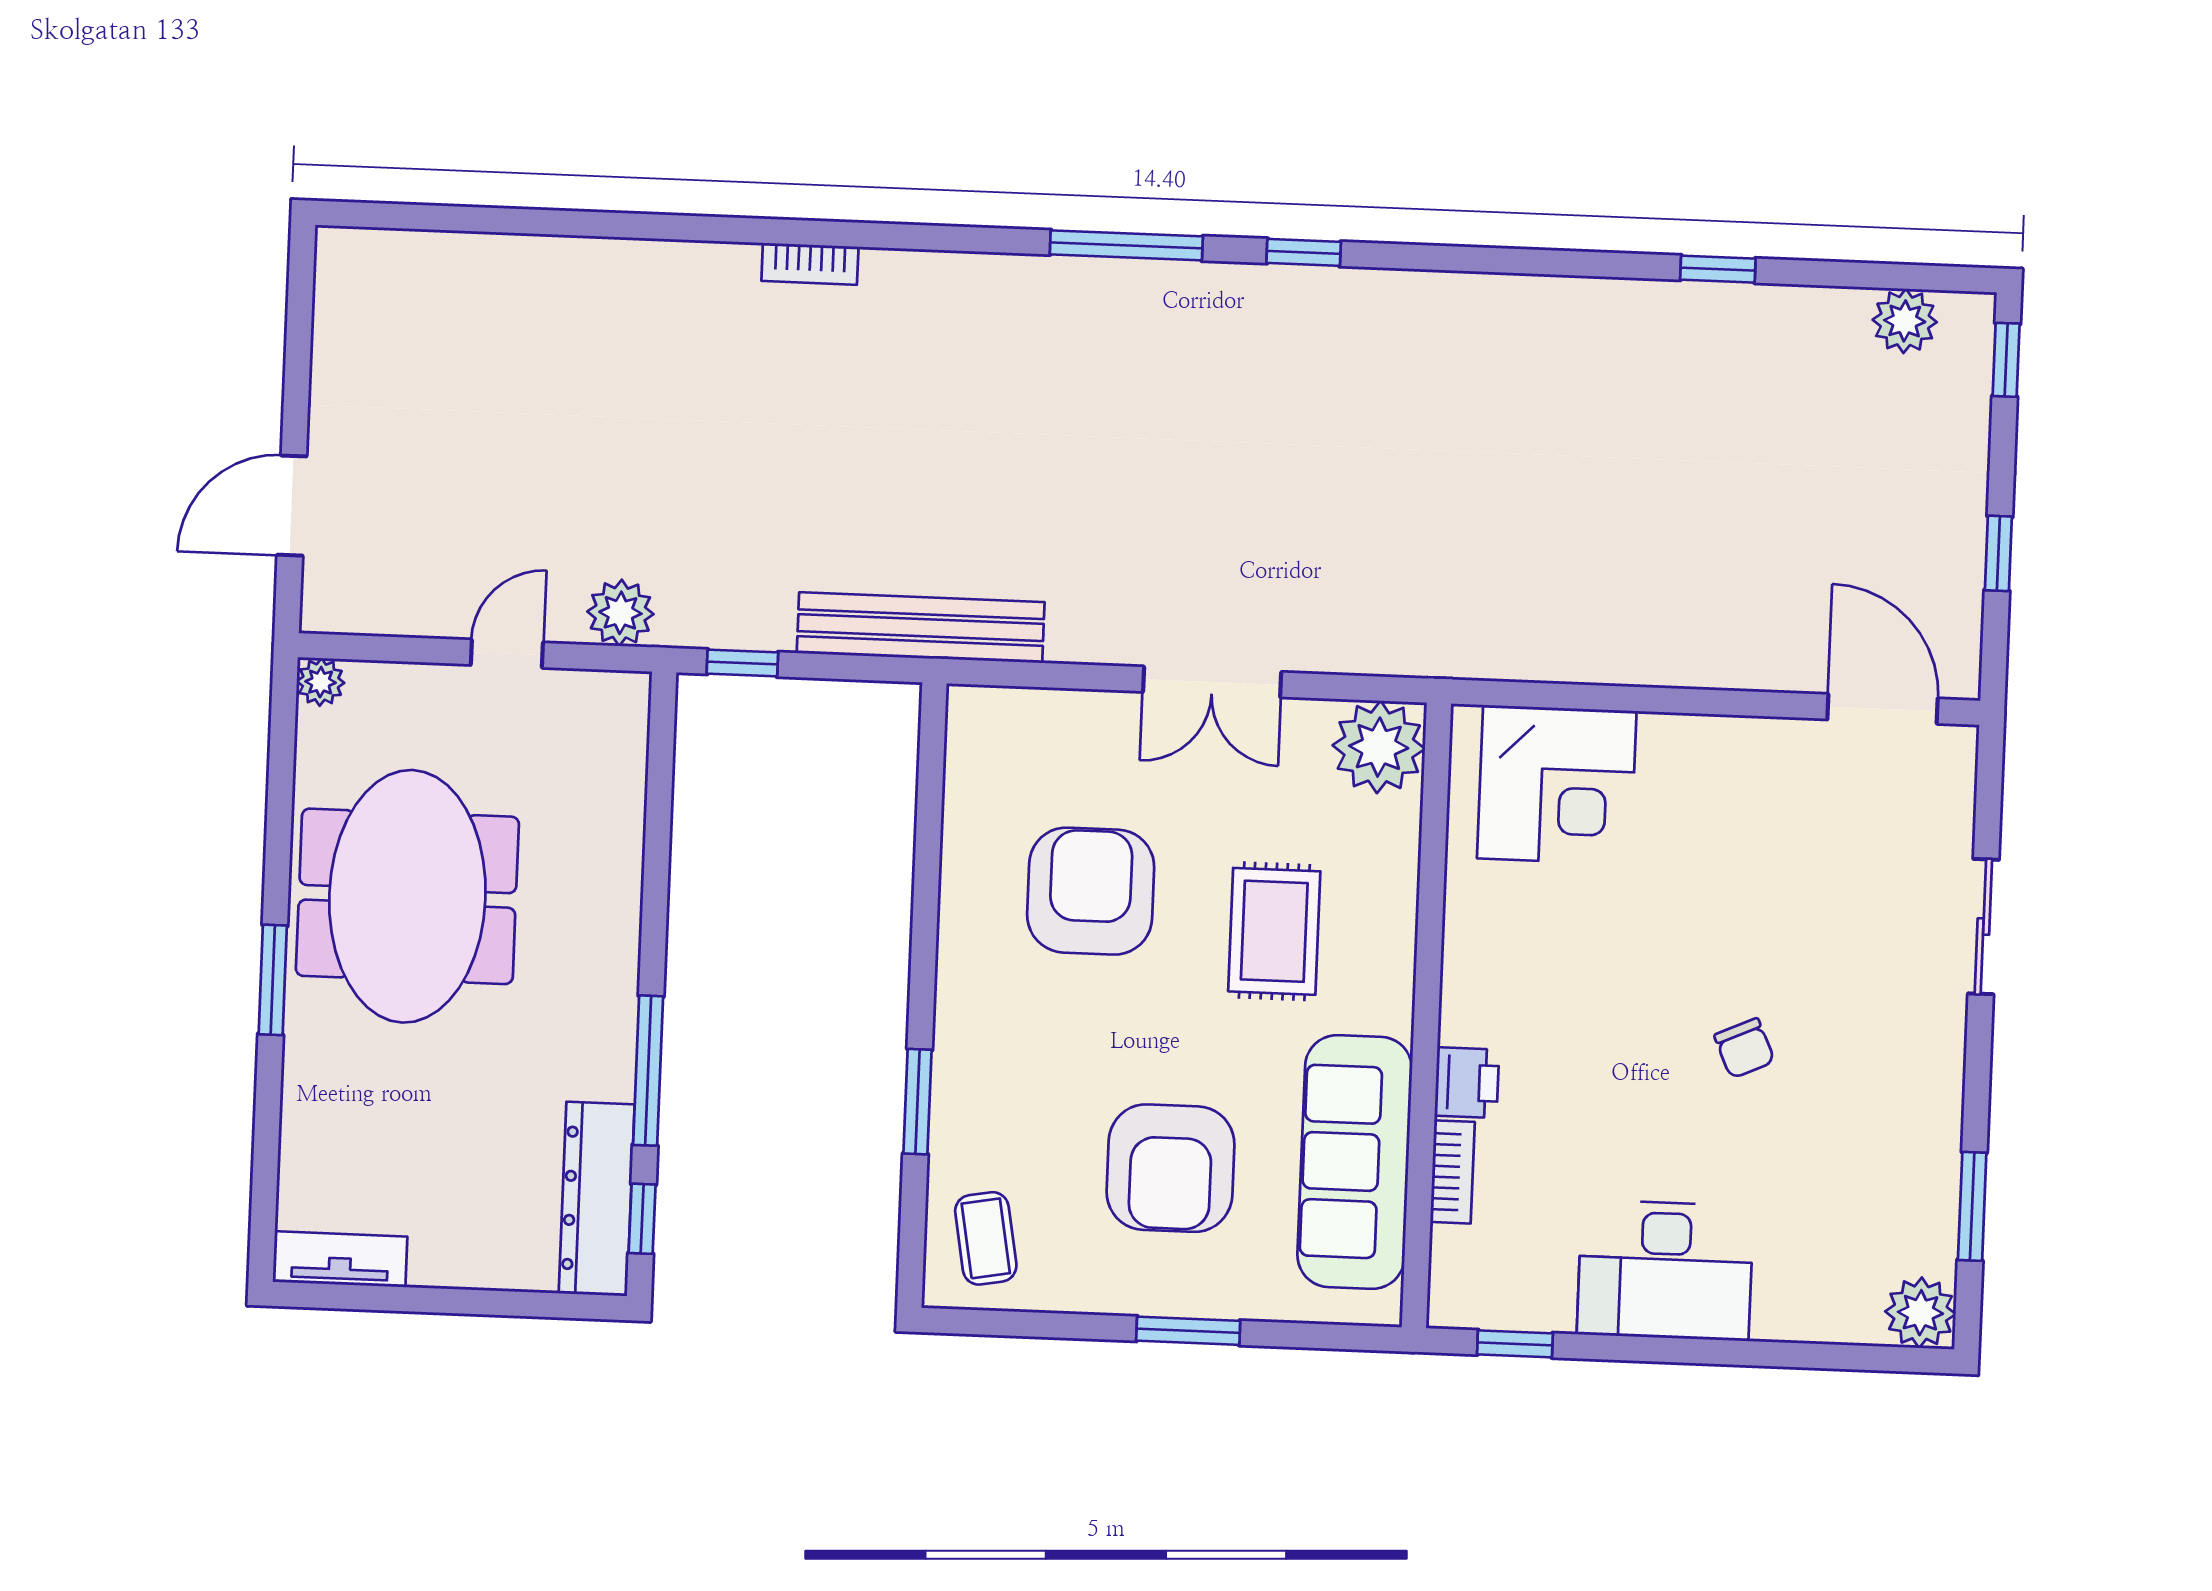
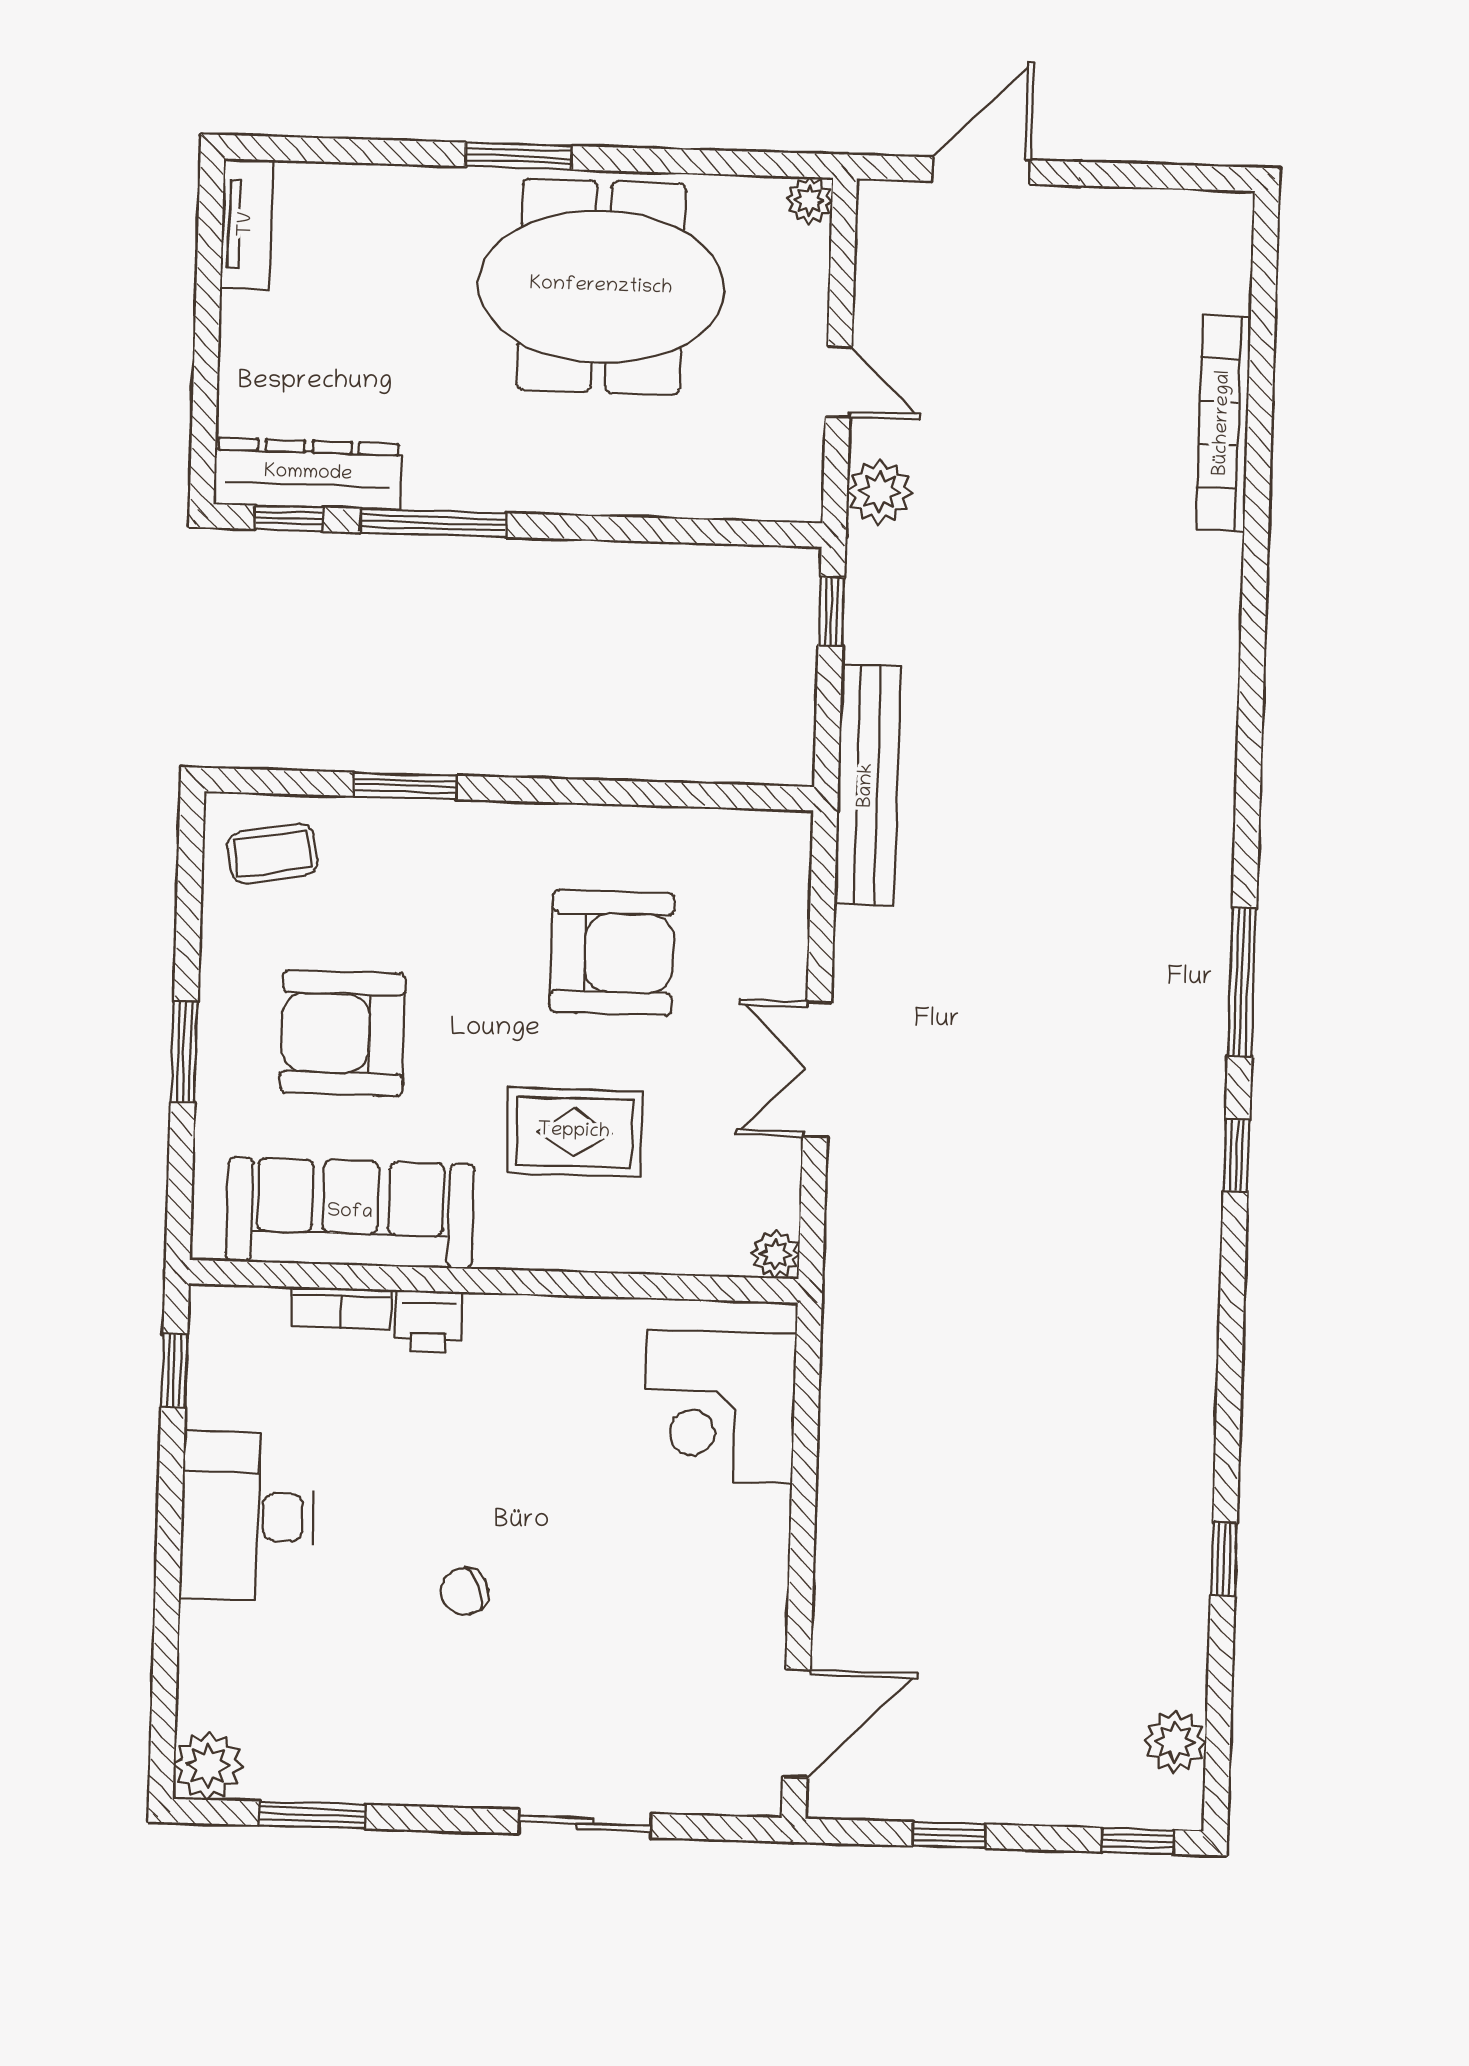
bookcase: (810, 264) -> (1223, 423), moved, width x2.31, depth x1.31
door: (292, 506) -> (981, 171), hinge flipped
plant: (1379, 747) -> (775, 1254), width x0.53, depth x0.53

